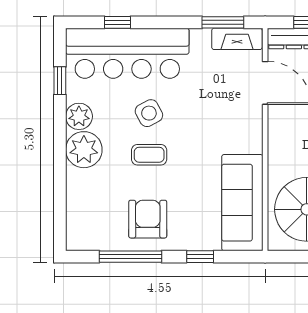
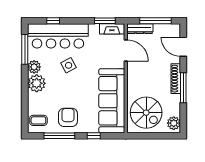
window: (60, 81) -> (25, 49), width x2.17
coffee table: (149, 155) -> (38, 120), moved
sofa: (242, 203) -> (112, 101), width x1.36, depth x1.27

